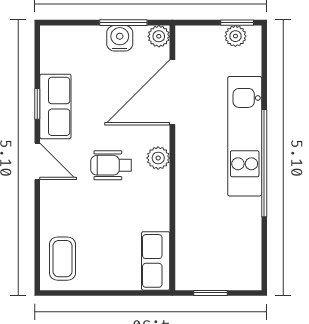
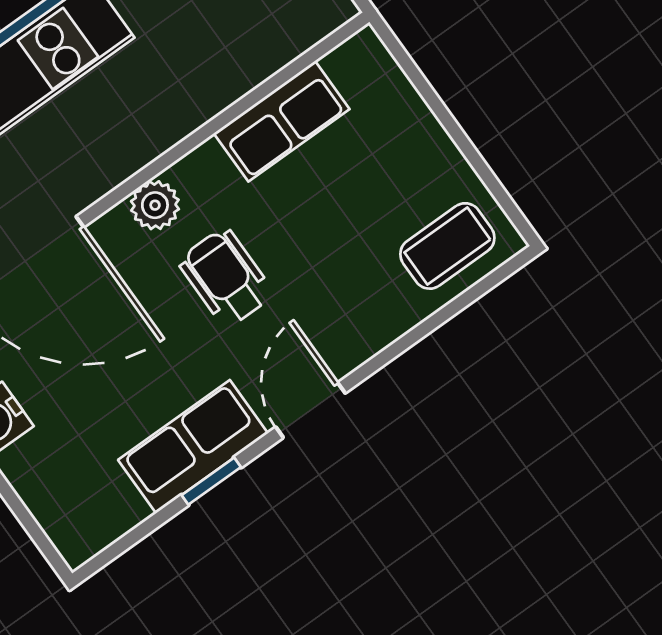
wheelchair: (111, 165) -> (226, 278), turned 180
row of seats: (156, 261) -> (282, 121), moved

